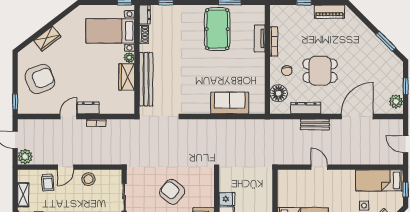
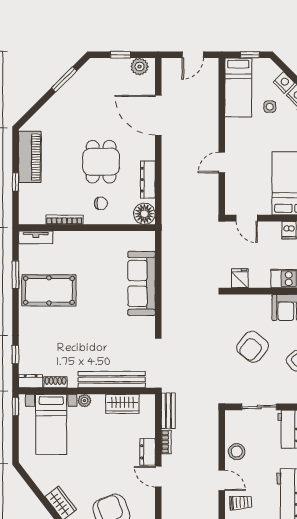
piano: (329, 12) -> (30, 157), width x1.37, depth x1.33
tv unit: (260, 38) -> (36, 237), moved
wardrobe: (127, 77) -> (122, 404), moved
floor lamp: (278, 93) -> (144, 214), moved
sofa: (230, 103) -> (141, 283), width x1.36
bench: (315, 125) -> (168, 411), moved
door: (275, 187) -> (247, 218), added
fridge: (227, 199) -> (240, 278), moved

